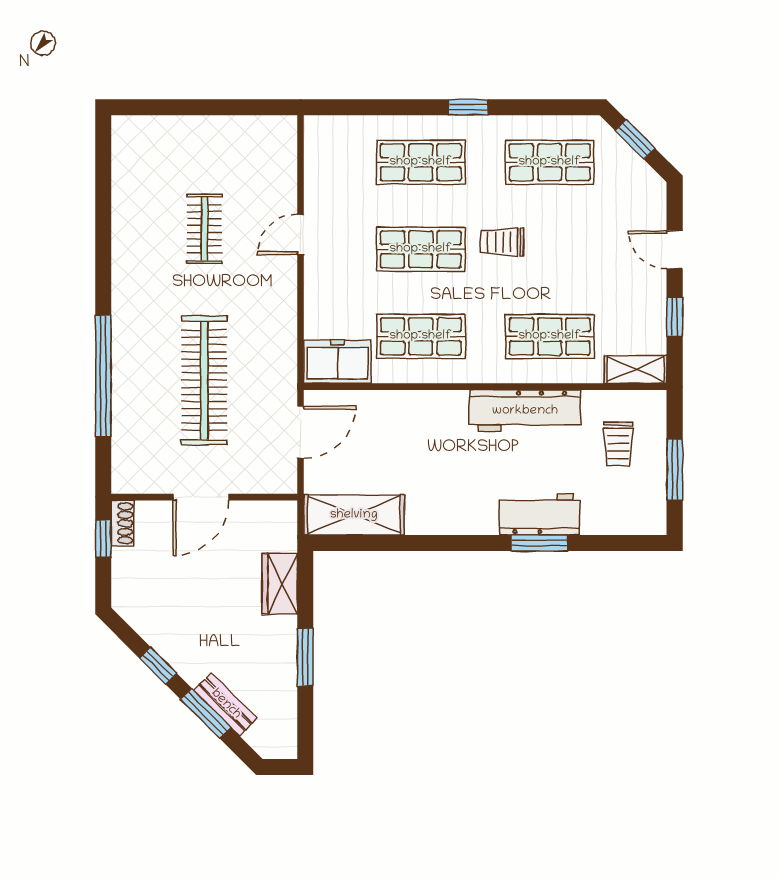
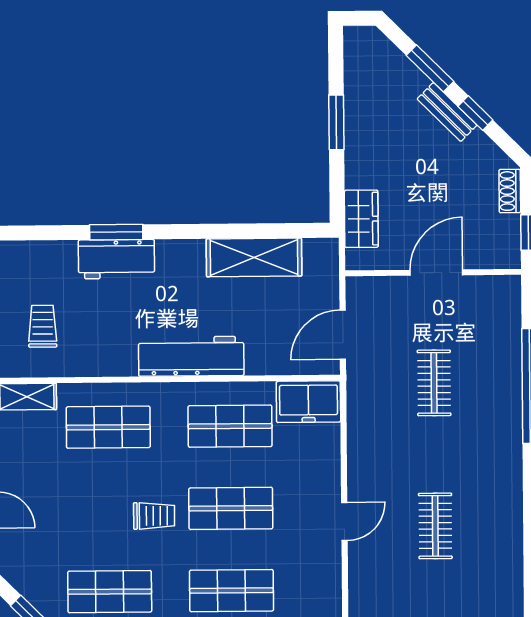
clothes rail: (204, 380) -> (434, 383), width x0.54, depth x0.76
workbench: (525, 411) -> (191, 356), moved
shelving: (354, 515) -> (254, 257), moved
shoe rack: (122, 523) -> (510, 191), moved
wardrobe: (280, 584) -> (361, 219), moved
bench: (226, 704) -> (447, 112), moved

